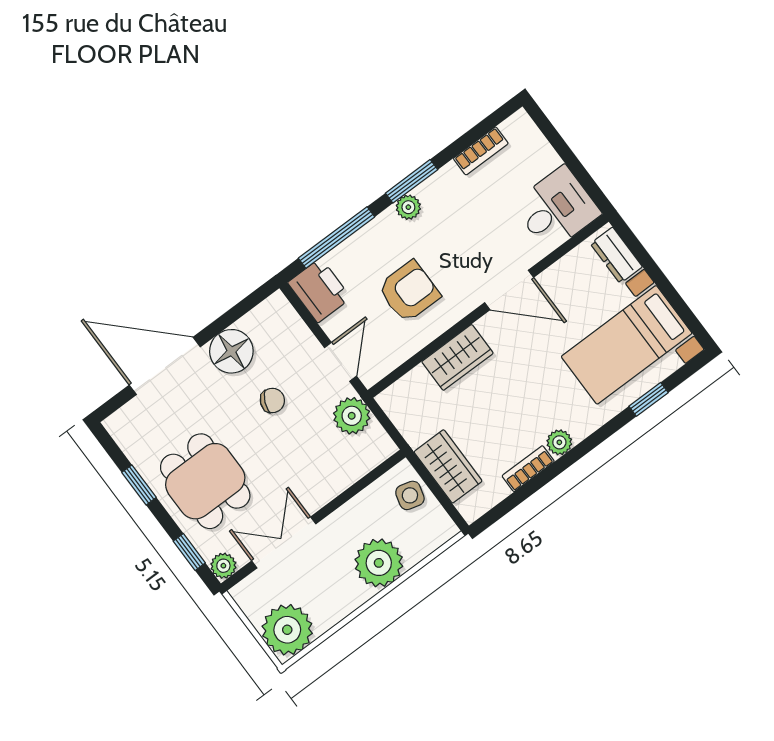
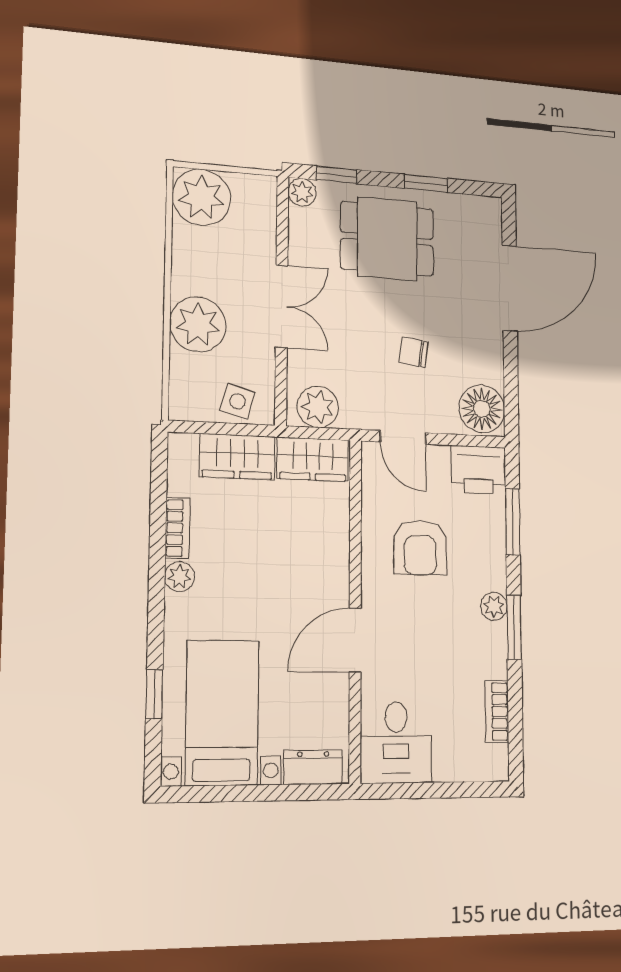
window: (336, 238) -> (513, 522), width x0.69
floor lamp: (231, 351) -> (482, 409), moved
wardrobe: (457, 357) -> (313, 459), moved, turned -90
chair: (272, 400) -> (414, 352), turned 74
plant: (352, 416) -> (318, 407), moved
double door: (284, 542) -> (282, 306), moved

